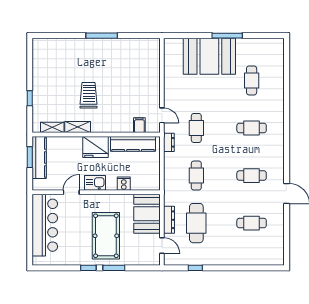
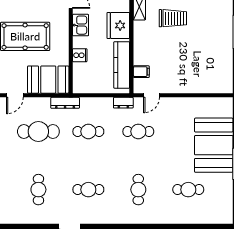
cafe table: (252, 176) -> (88, 190), turned 90
dresser: (169, 220) -> (65, 103), moved

